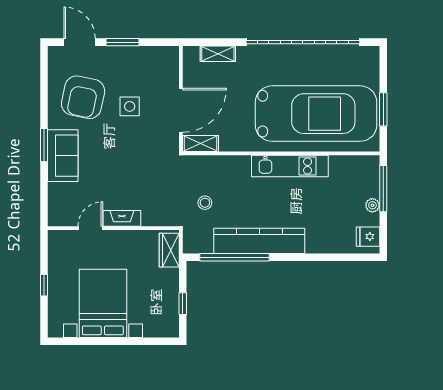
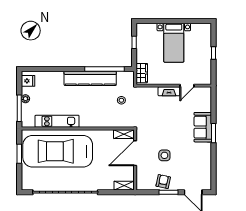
shelving: (218, 54) -> (124, 186), moved
armchair: (83, 97) -> (163, 182), moved, width x0.53, depth x0.53
kitchen unit: (290, 166) -> (57, 121), moved
bed with nightstands: (103, 303) -> (174, 43), width x0.73

